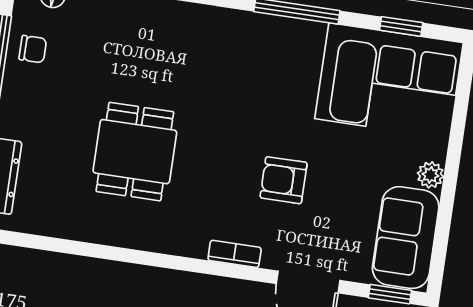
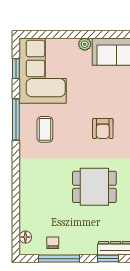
coffee table: (268, 67) -> (45, 129), added
armchair: (284, 180) -> (103, 128), moved

